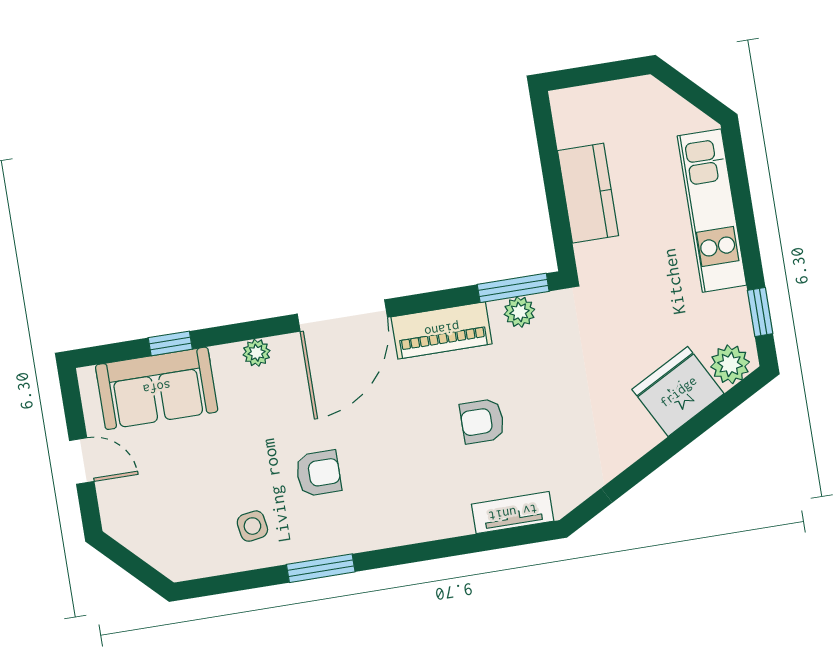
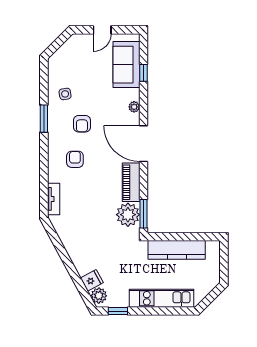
kitchen counter: (588, 193) -> (177, 250), width x1.50
plant: (519, 312) -> (128, 215), width x1.88, depth x1.88
fridge: (678, 391) -> (92, 280), width x0.53, depth x0.75
armchair: (482, 421) -> (75, 159), moved

